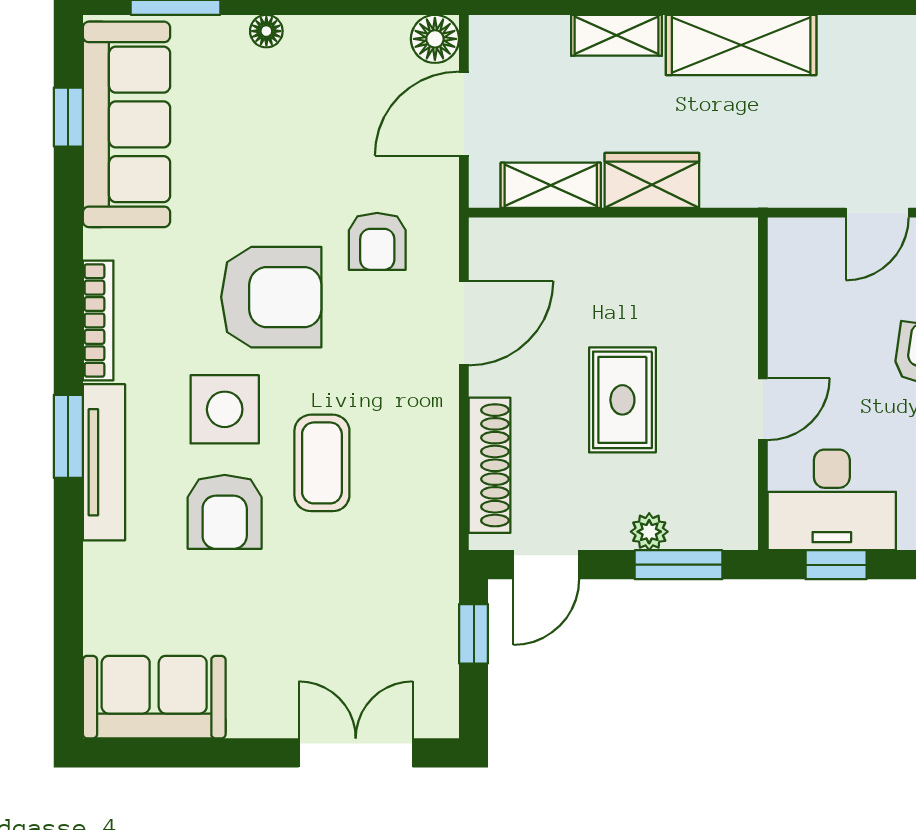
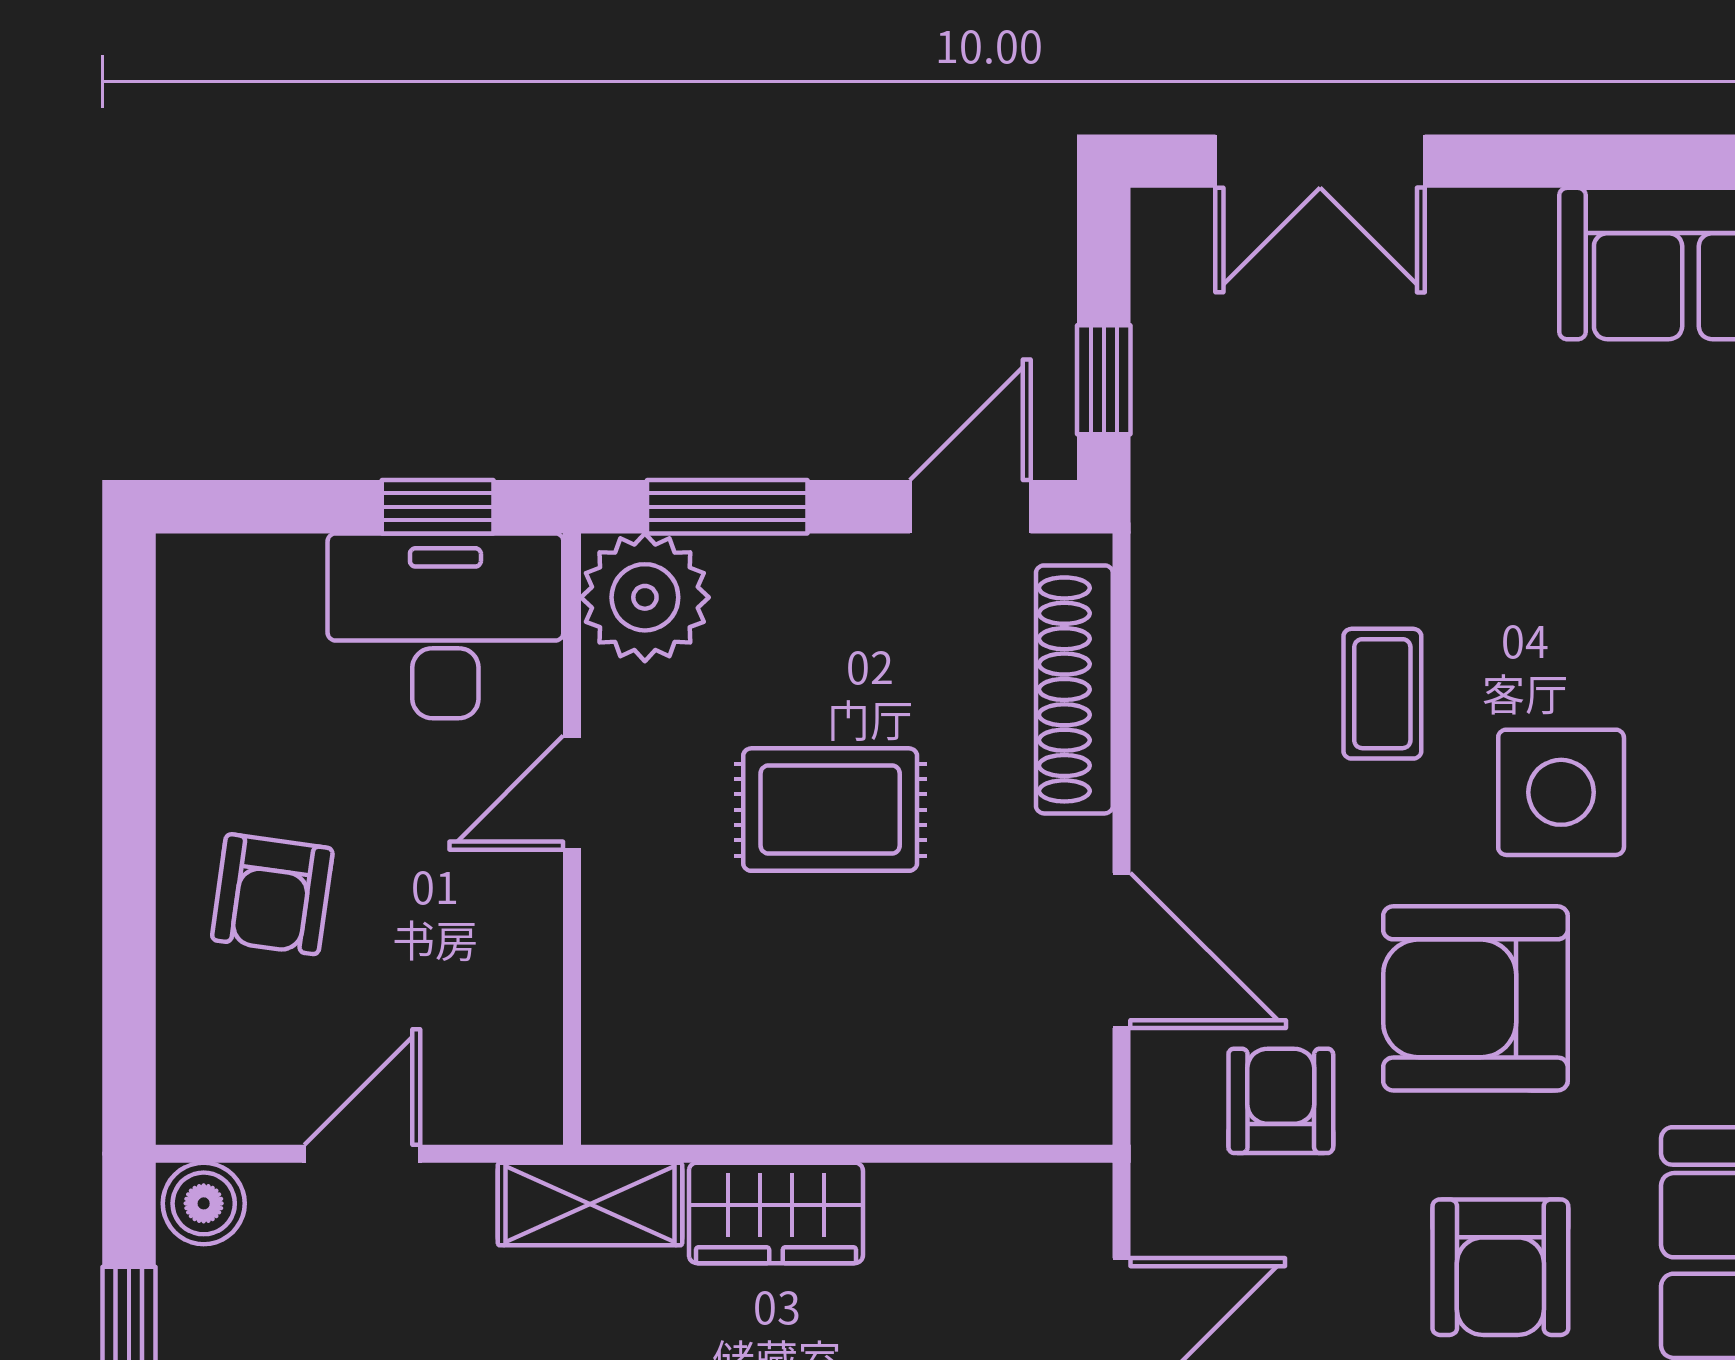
shelving: (551, 185) -> (590, 1204), moved
door: (464, 323) -> (1122, 950), swing flipped
rug: (622, 400) -> (830, 810), turned 90
coffee table: (322, 463) -> (1382, 694), width x0.73, depth x0.77
armchair: (225, 512) -> (1500, 1267), moved, turned 180
plant: (649, 532) -> (645, 597), moved, width x1.88, depth x1.88

